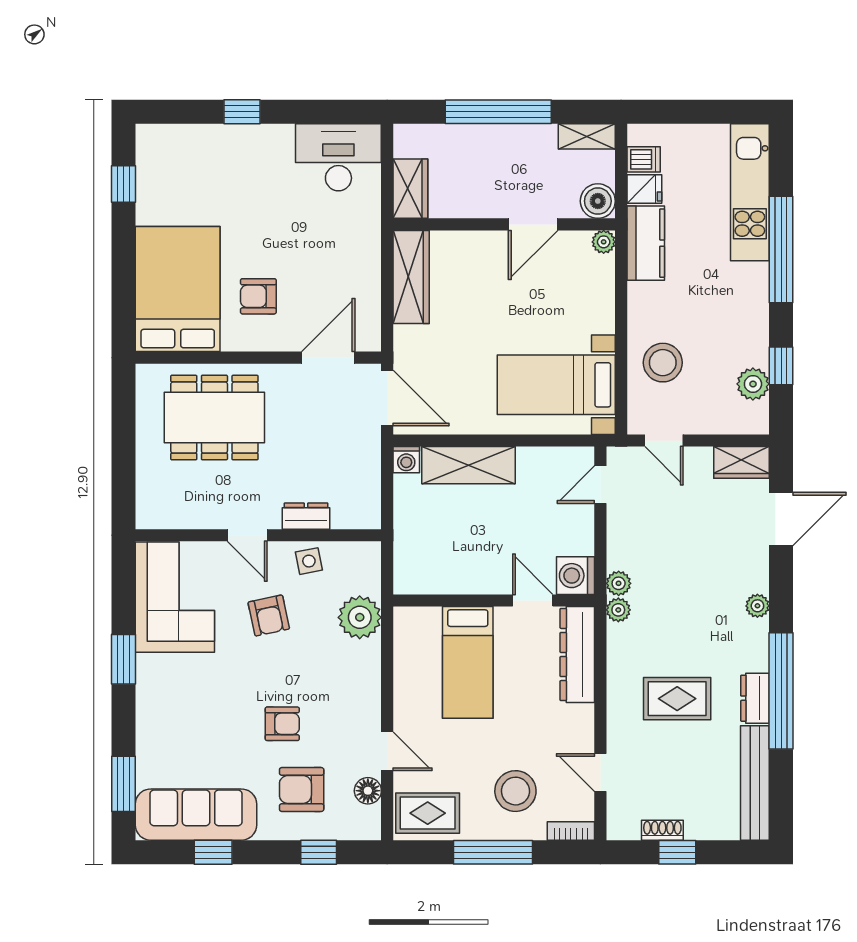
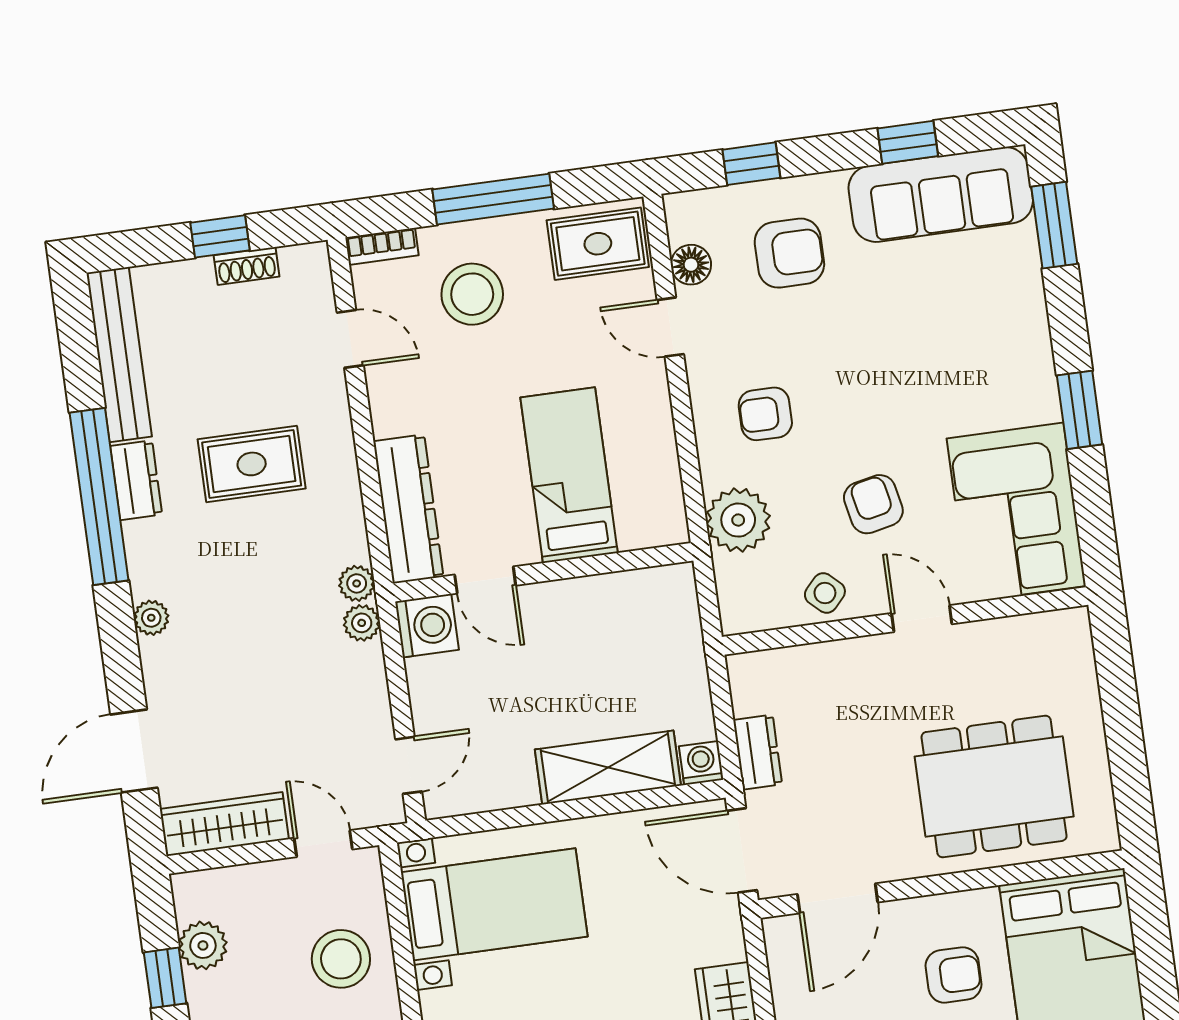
wardrobe: (742, 462) -> (224, 824), width x1.50
dresser: (306, 516) -> (758, 752), moved, turned -90
side table: (309, 561) -> (825, 593), turned -36
armchair: (282, 724) -> (765, 414), moved

